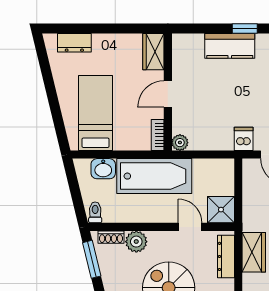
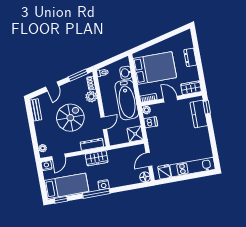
window: (245, 29) -> (207, 107), moved
dresser: (74, 43) -> (190, 57), moved
kitchen counter: (230, 46) -> (199, 114), moved
bed: (96, 113) -> (155, 68), width x1.50
dishwasher: (244, 139) -> (151, 122), moved
shower: (221, 210) -> (135, 134), moved

